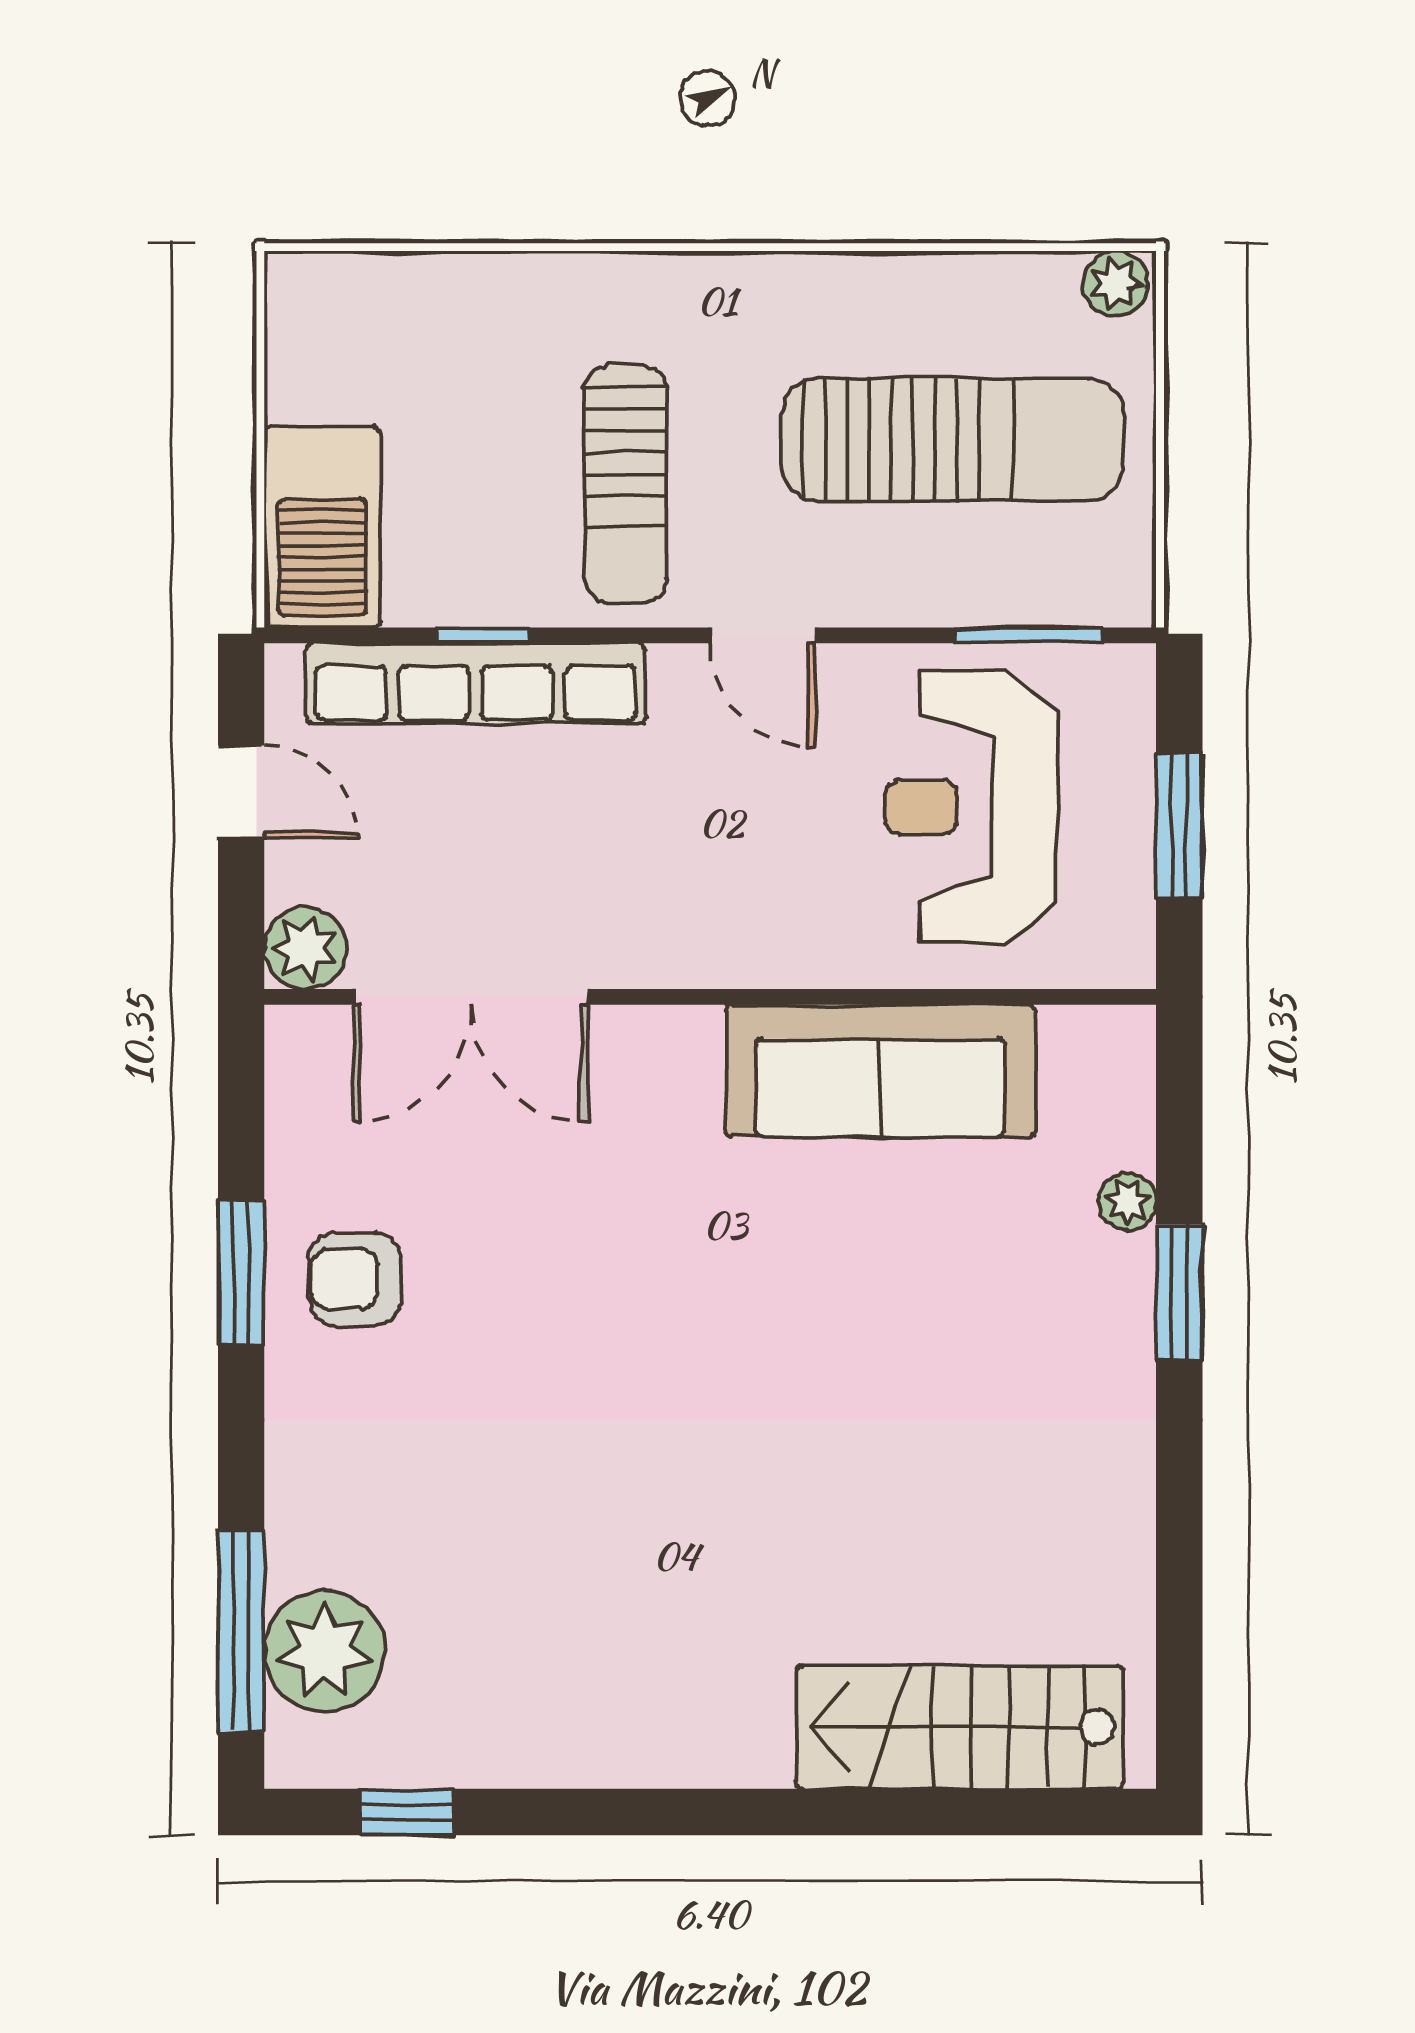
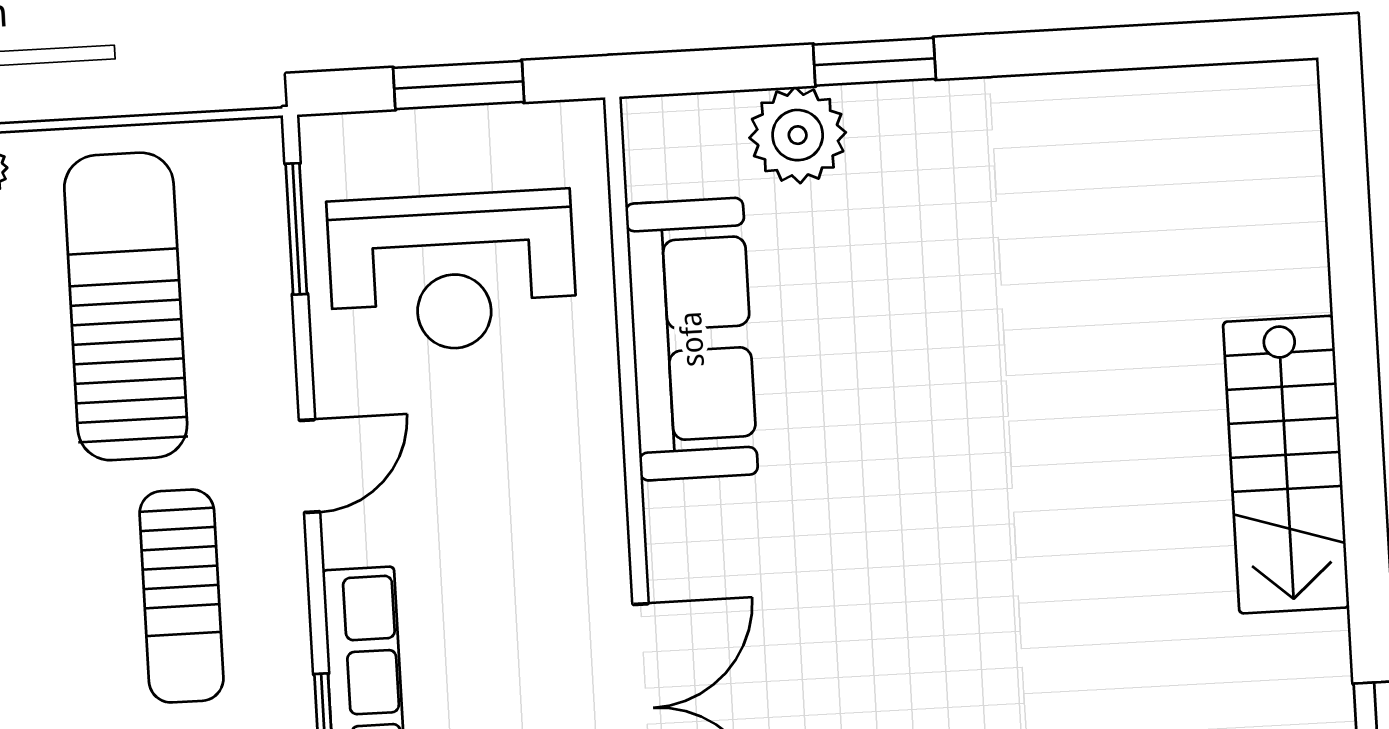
sun lounger: (625, 484) -> (181, 596), turned 90
plant: (1127, 1202) -> (798, 135), width x1.88, depth x1.88
stairs: (960, 1727) -> (1286, 465), moved

